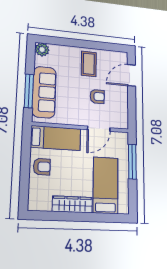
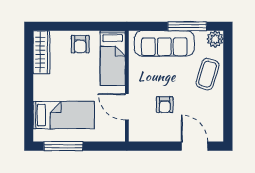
coffee table: (89, 64) -> (208, 74), moved, turned -73
window: (29, 91) -> (187, 26), moved
window: (132, 162) -> (63, 146), moved
wardrobe: (72, 204) -> (41, 52), moved

